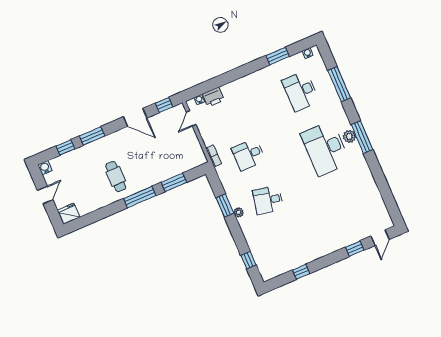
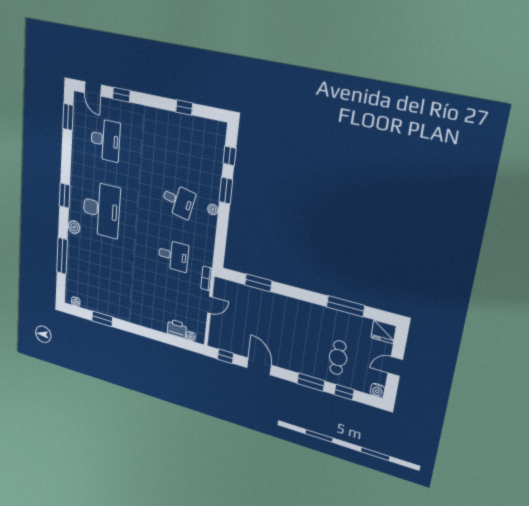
desk: (301, 91) -> (105, 140), moved
door: (191, 118) -> (210, 305), moved
plant: (349, 136) -> (74, 227), moved
window: (362, 137) -> (65, 196), width x0.69
cafe table: (116, 177) -> (338, 358), moved
window: (140, 197) -> (345, 306), moved
window: (390, 202) -> (68, 117), added
window: (225, 206) -> (226, 191), moved
door: (380, 238) -> (93, 89), swing flipped

